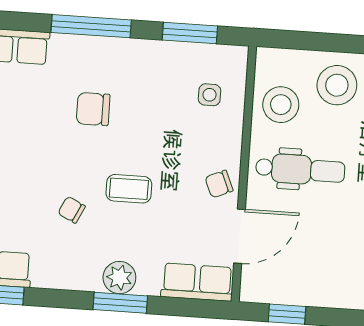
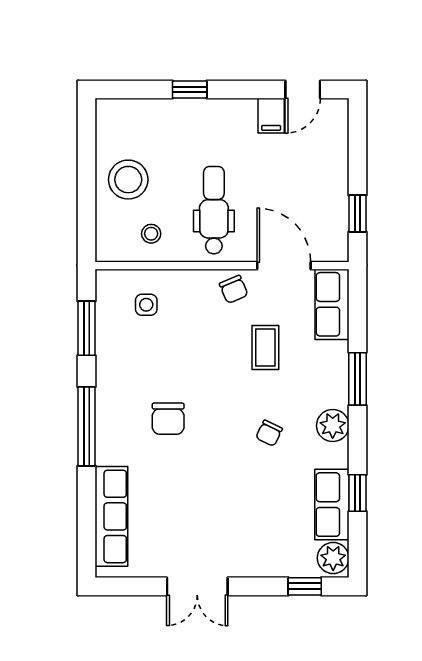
stool: (281, 105) -> (151, 234), width x0.53, depth x0.53
coffee table: (129, 189) -> (265, 347), moved
plant: (119, 278) -> (333, 426), moved

